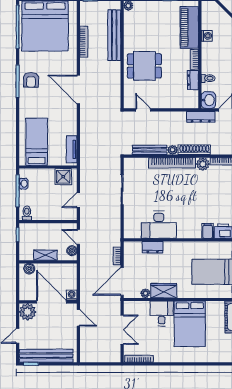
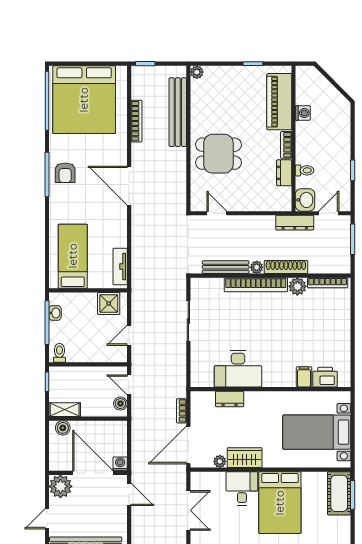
shelving: (45, 255) -> (65, 410), moved

